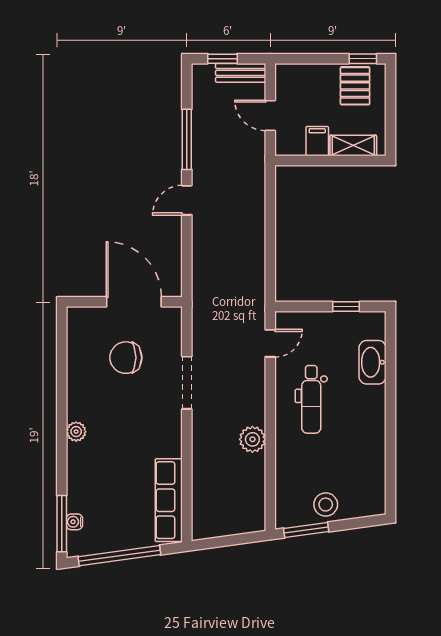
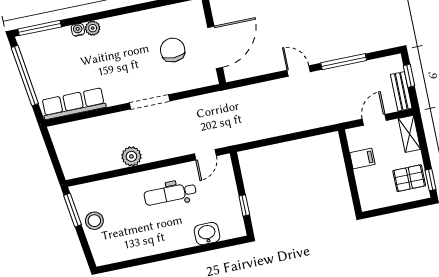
shelving: (353, 146) -> (409, 134), moved
door: (270, 343) -> (205, 155), hinge flipped
washbasin: (373, 362) -> (207, 234), width x0.72
doorway: (187, 383) -> (149, 102), moved
plant: (76, 432) -> (93, 28), moved
water cooler: (74, 522) -> (78, 30), moved

